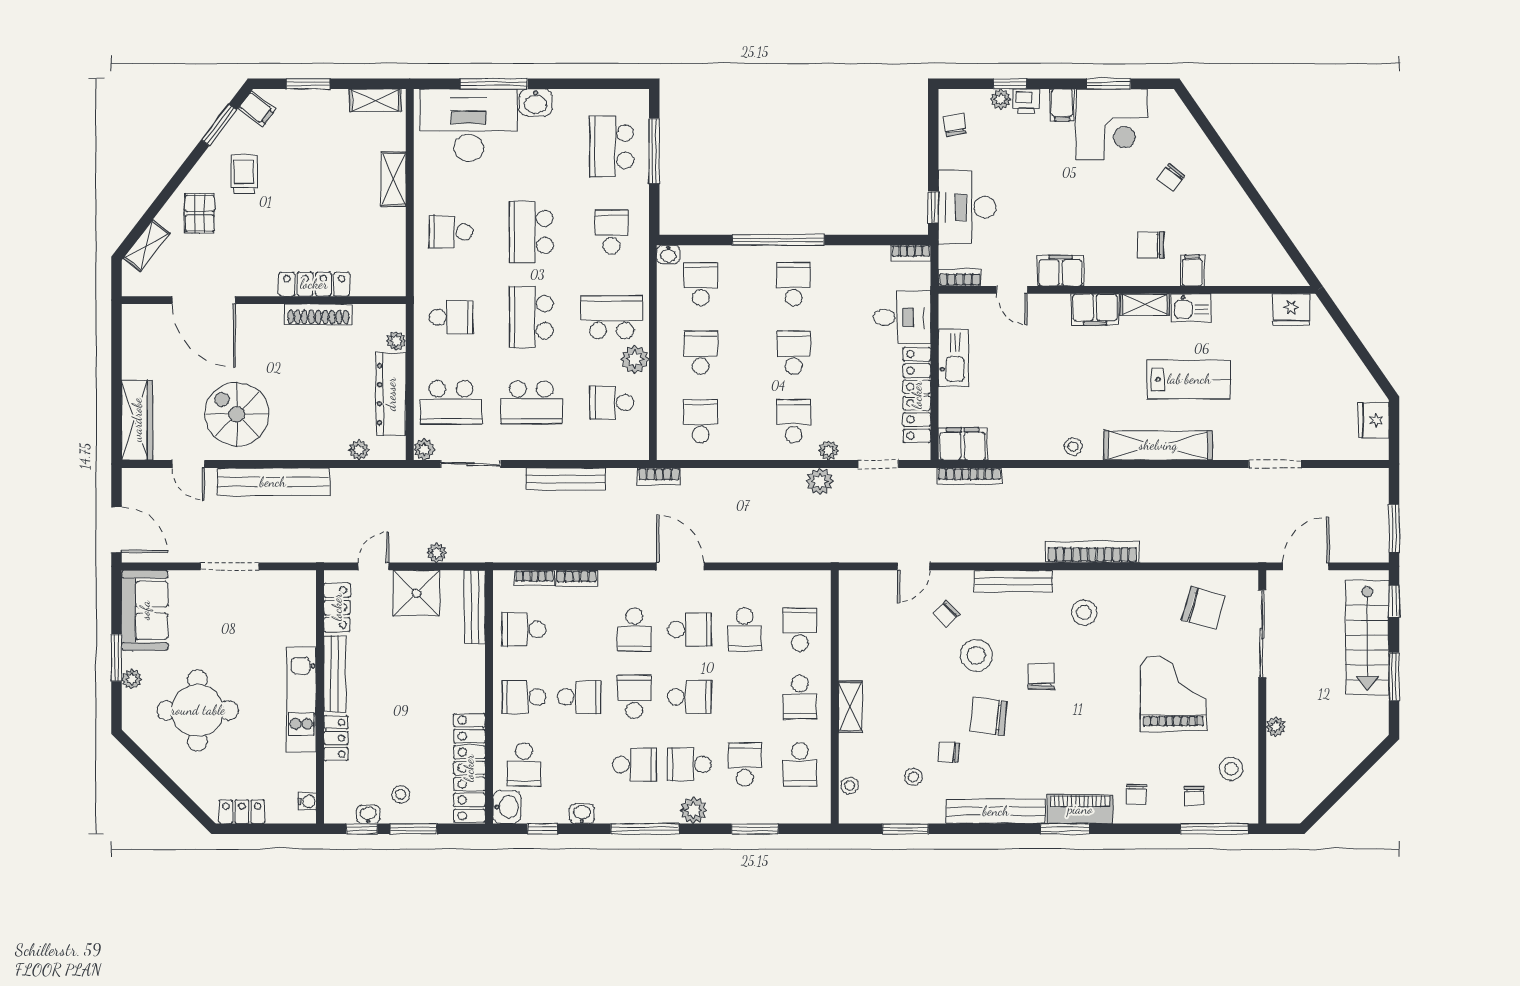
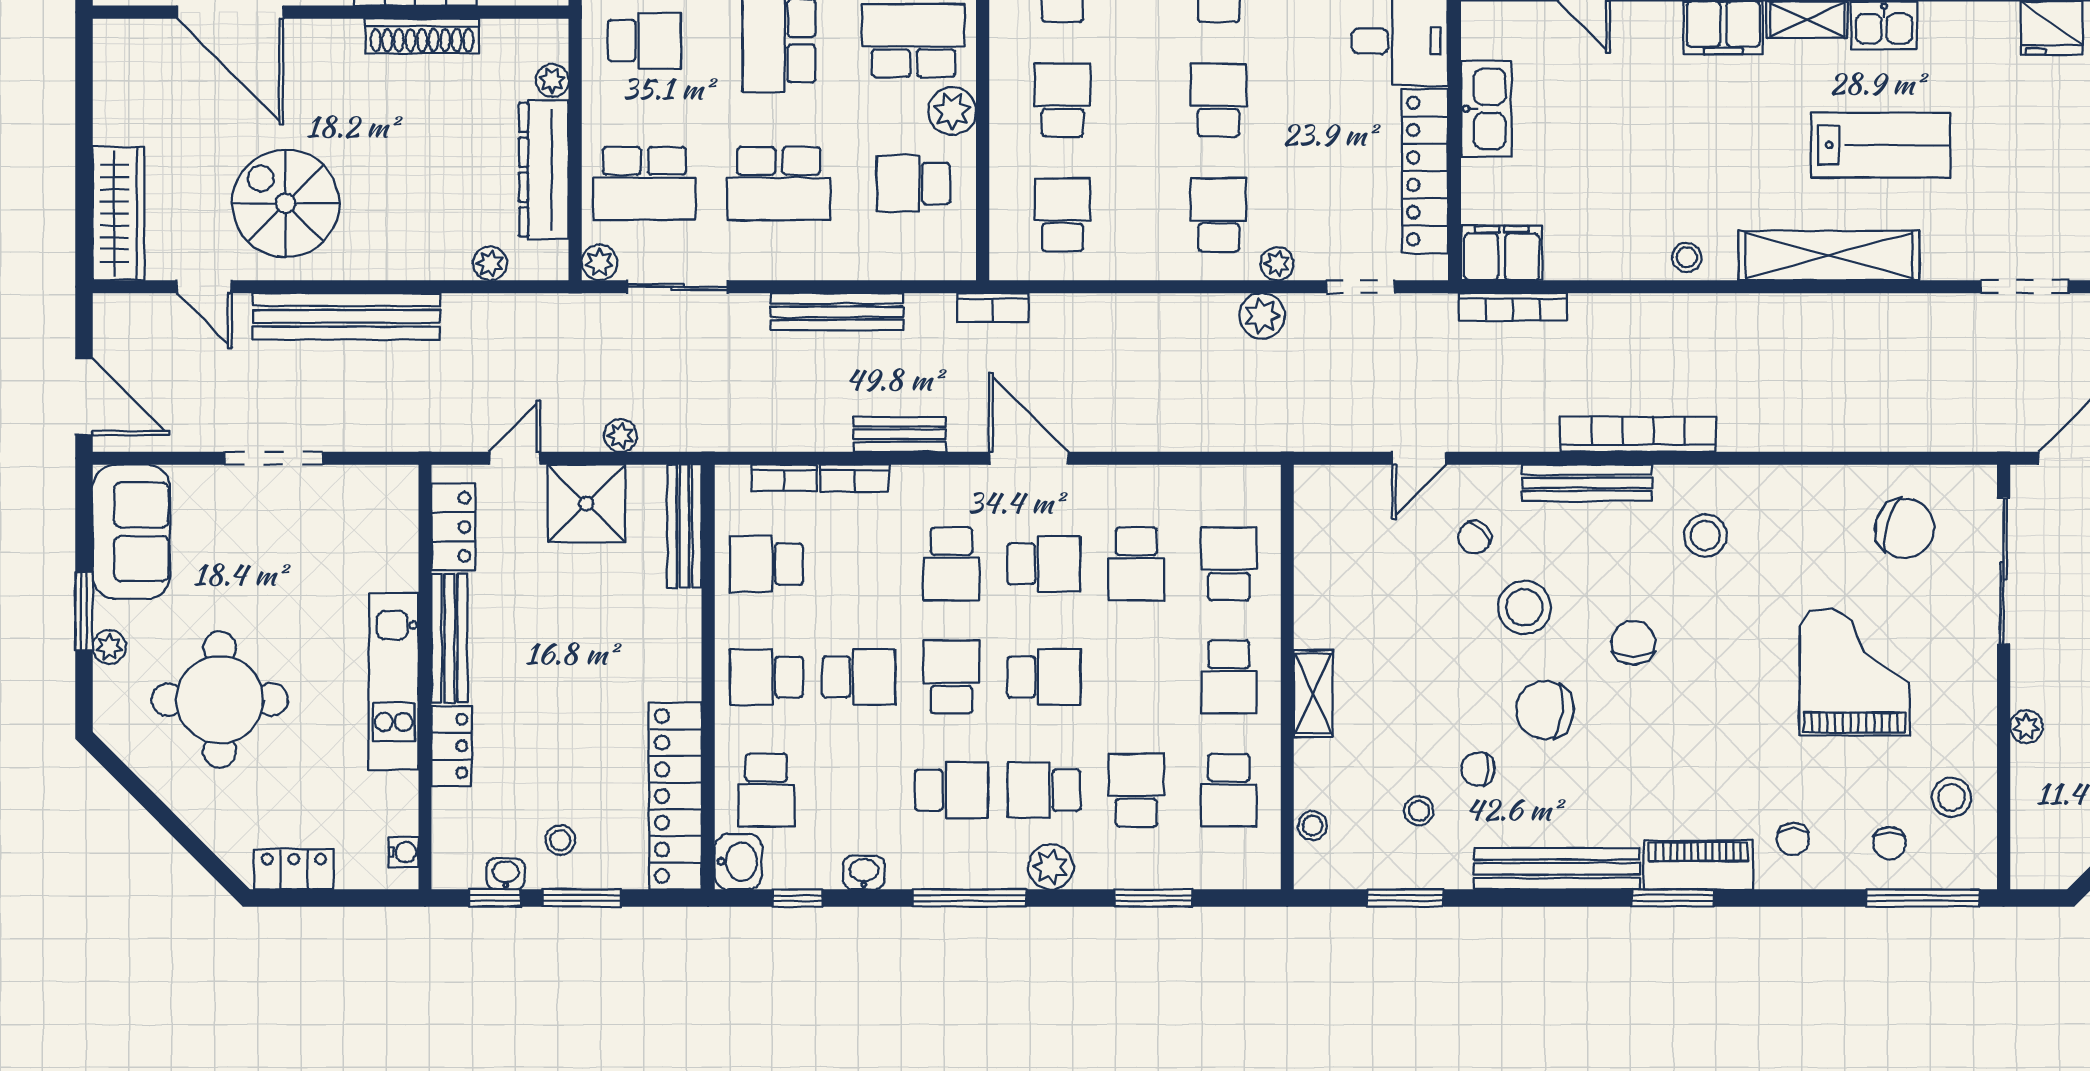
bench: (603, 552) -> (900, 434), added
bookcase: (1092, 552) -> (1638, 434), moved

